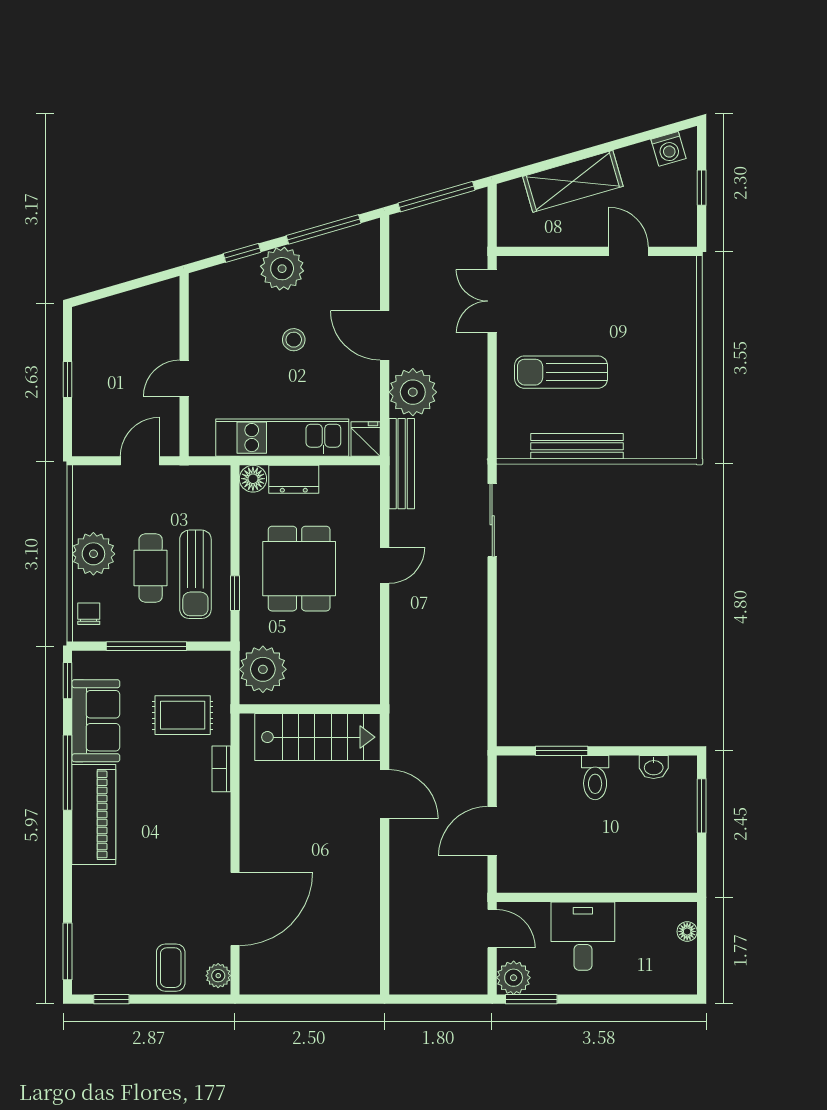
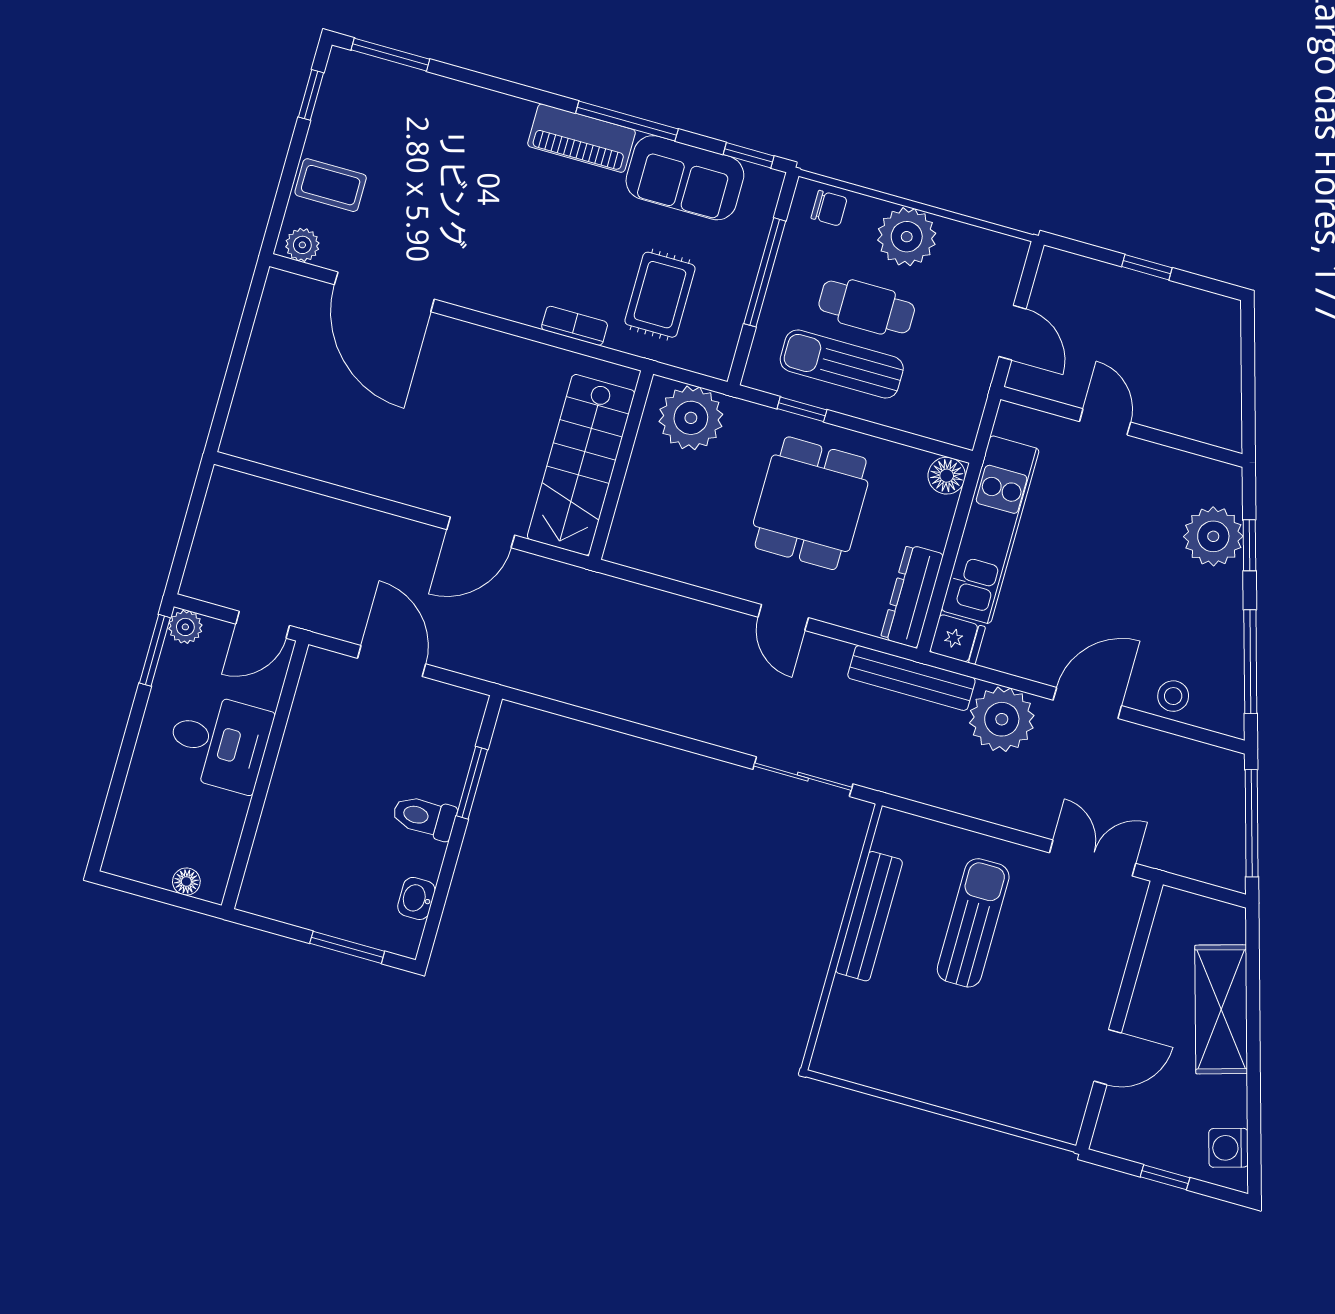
plant: (282, 269) -> (1213, 536), moved
stool: (294, 340) -> (1173, 696), moved
dresser: (294, 479) -> (912, 596), moved, width x1.44
dining table: (299, 569) -> (811, 503), turned 90
piano: (94, 814) -> (581, 138), width x0.73, depth x0.75
plant: (514, 978) -> (185, 627), width x0.73, depth x0.73

